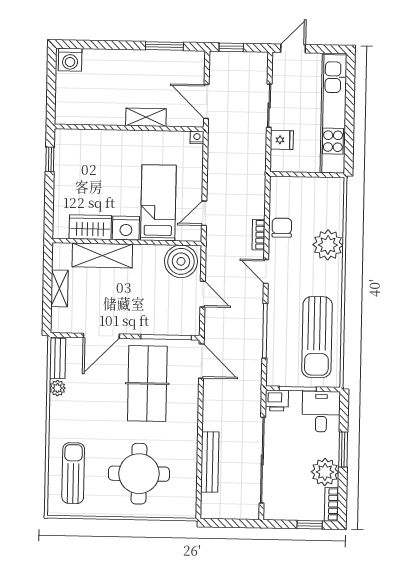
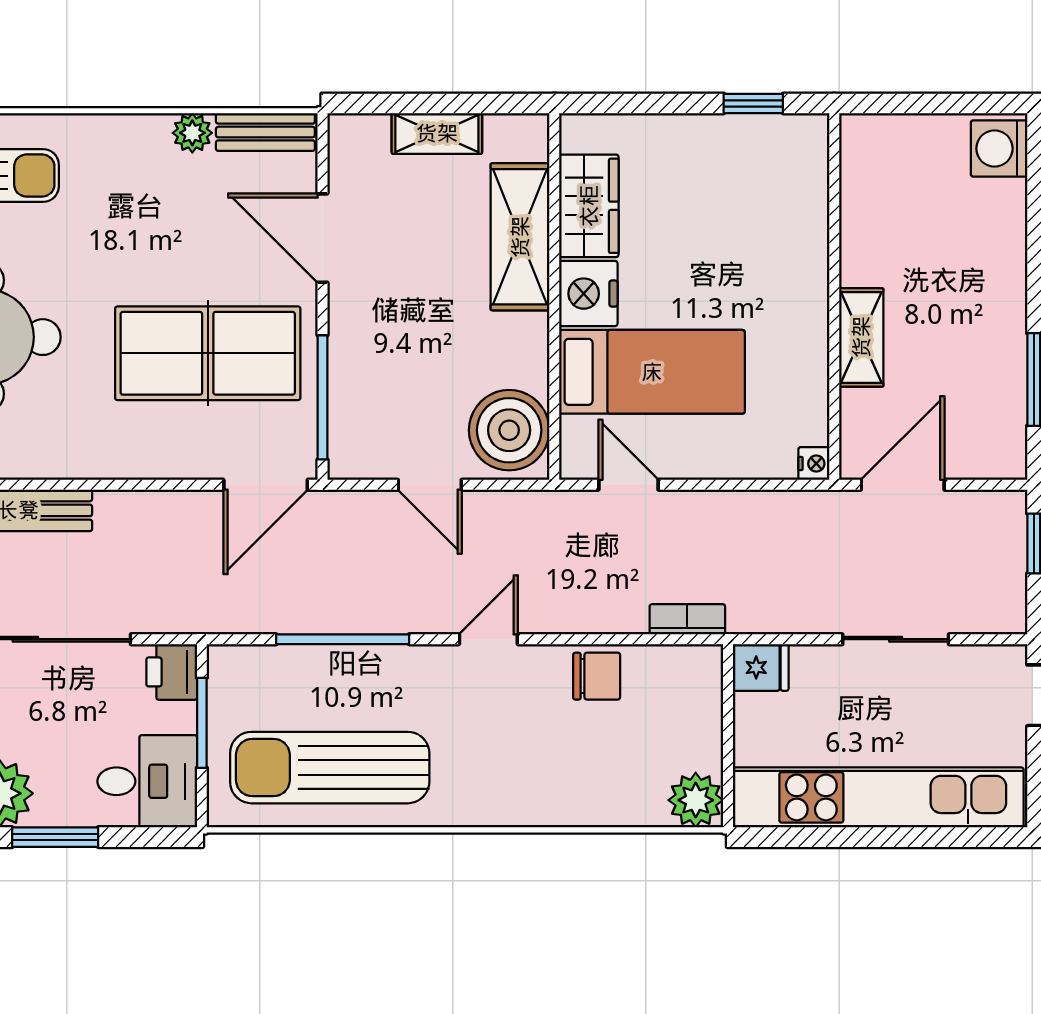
fridge: (282, 140) -> (761, 667), moved, turned -90
bookcase: (259, 235) -> (687, 619), moved
plant: (328, 245) -> (696, 800), moved, width x0.73, depth x0.73
door: (203, 294) -> (430, 485), hinge flipped

